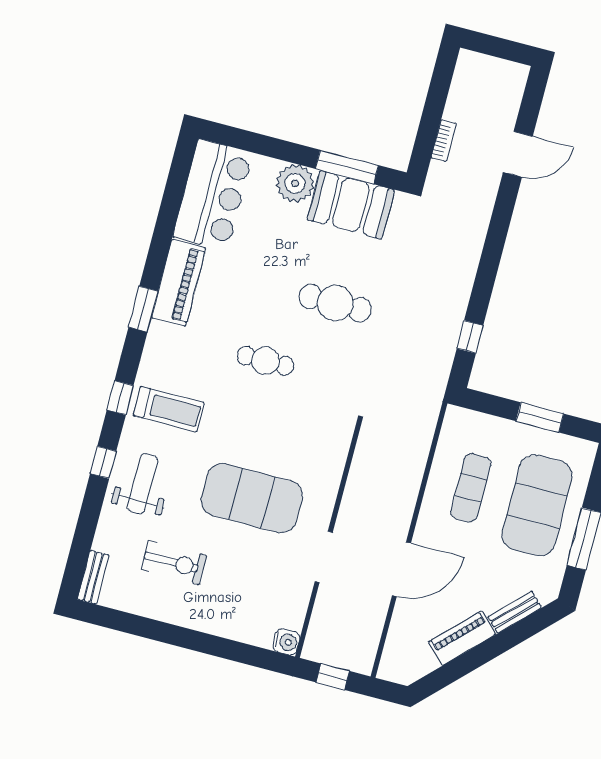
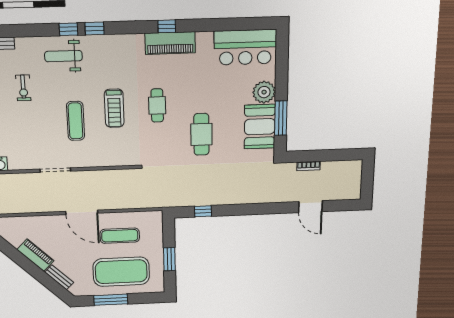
piano: (179, 283) -> (170, 43), moved
window: (143, 309) -> (167, 26), width x0.67
window: (120, 398) -> (95, 28), moved
treadmill: (169, 409) -> (114, 108), moved
weight bench: (142, 484) -> (63, 56), turned 180
exercise mat: (252, 498) -> (76, 121), width x0.50, depth x0.69
exercise bike: (174, 563) -> (23, 88), width x0.73, depth x0.72
door: (401, 569) -> (82, 212), moved

